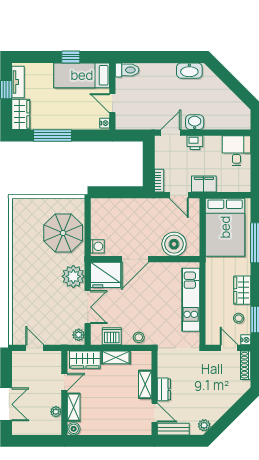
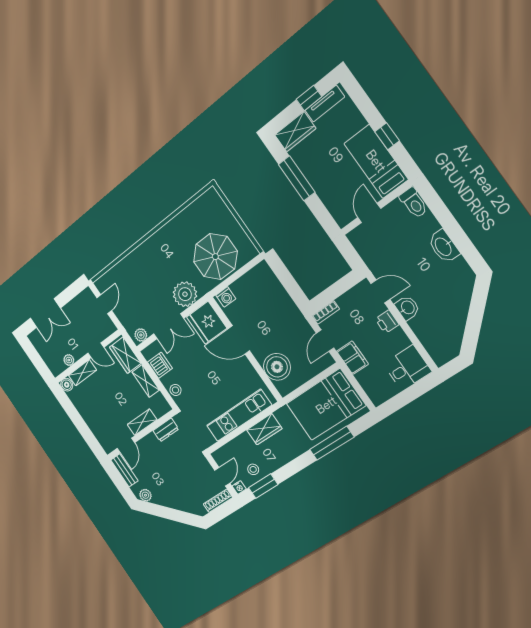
washbasin: (189, 71) -> (444, 246), moved
nightstand: (105, 123) -> (344, 220), removed
wardrobe: (242, 290) -> (264, 429), moved, turned 180
dresser: (164, 389) -> (166, 430), moved

